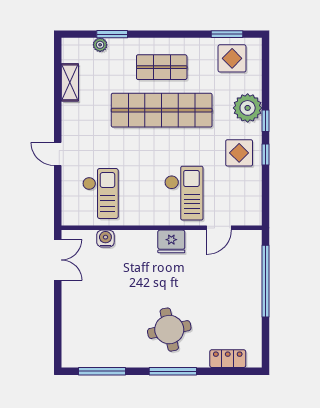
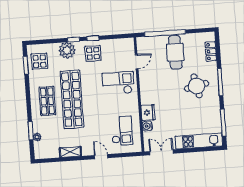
shelving: (70, 82) -> (70, 152), moved
door: (58, 154) -> (101, 157), swing flipped
checkout: (100, 194) -> (122, 131), turned 90
door: (219, 228) -> (137, 62), hinge flipped
fridge: (171, 241) -> (148, 113), moved
cafe table: (231, 296) -> (175, 52), added
kitchen unit: (73, 327) -> (199, 141), added

